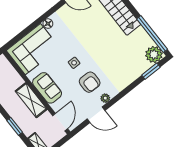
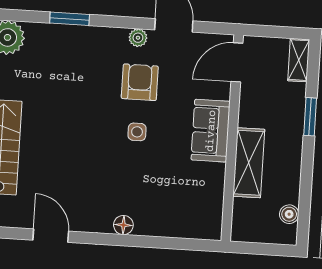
corner sofa: (33, 49) -> (180, 207), removed
window: (151, 71) -> (70, 19), moved
shelving: (31, 100) -> (249, 163), moved

